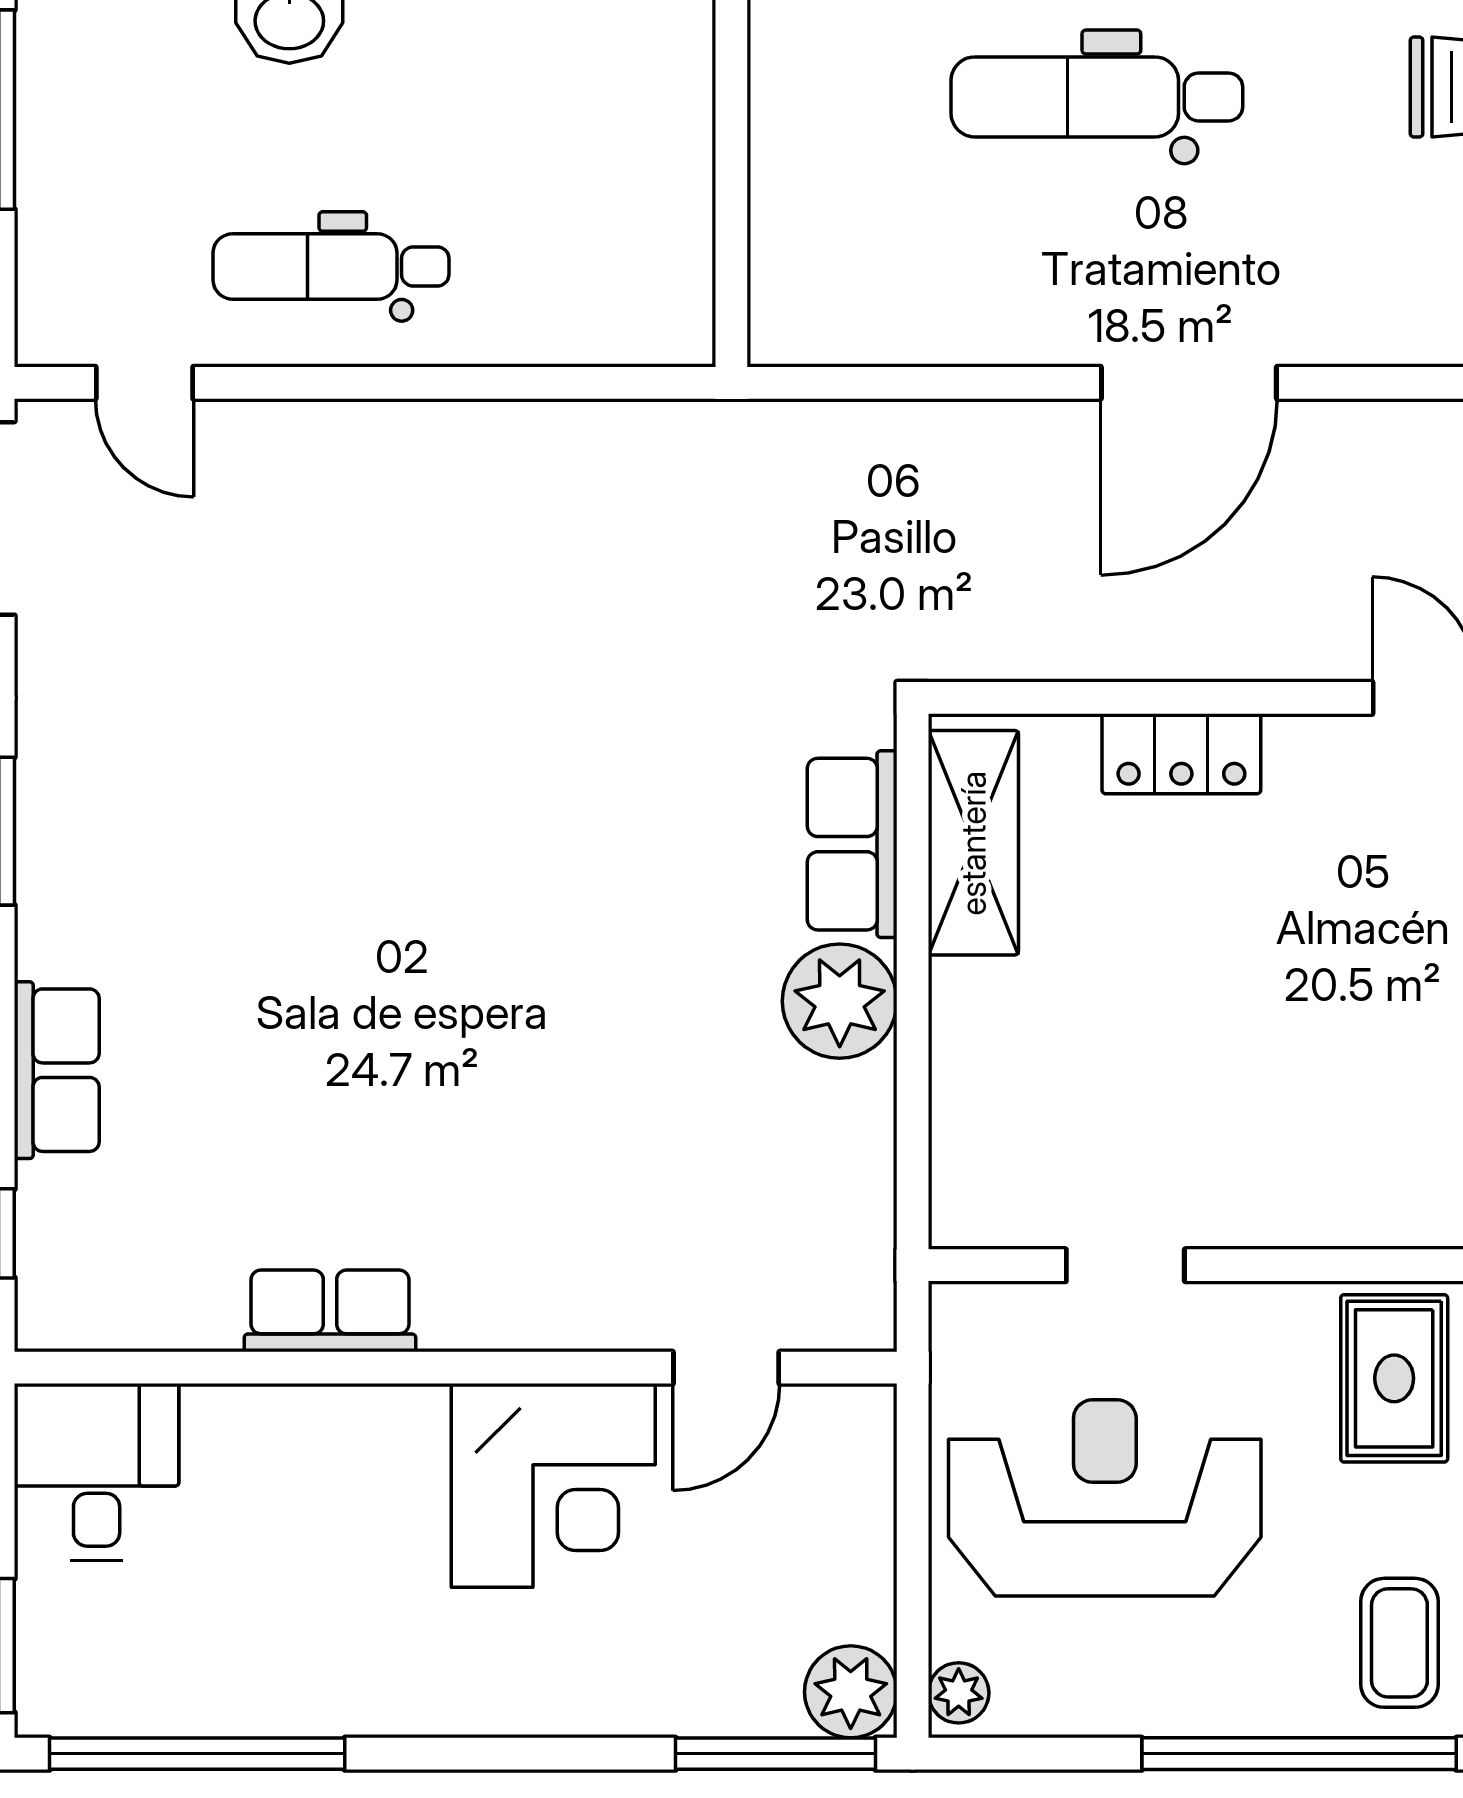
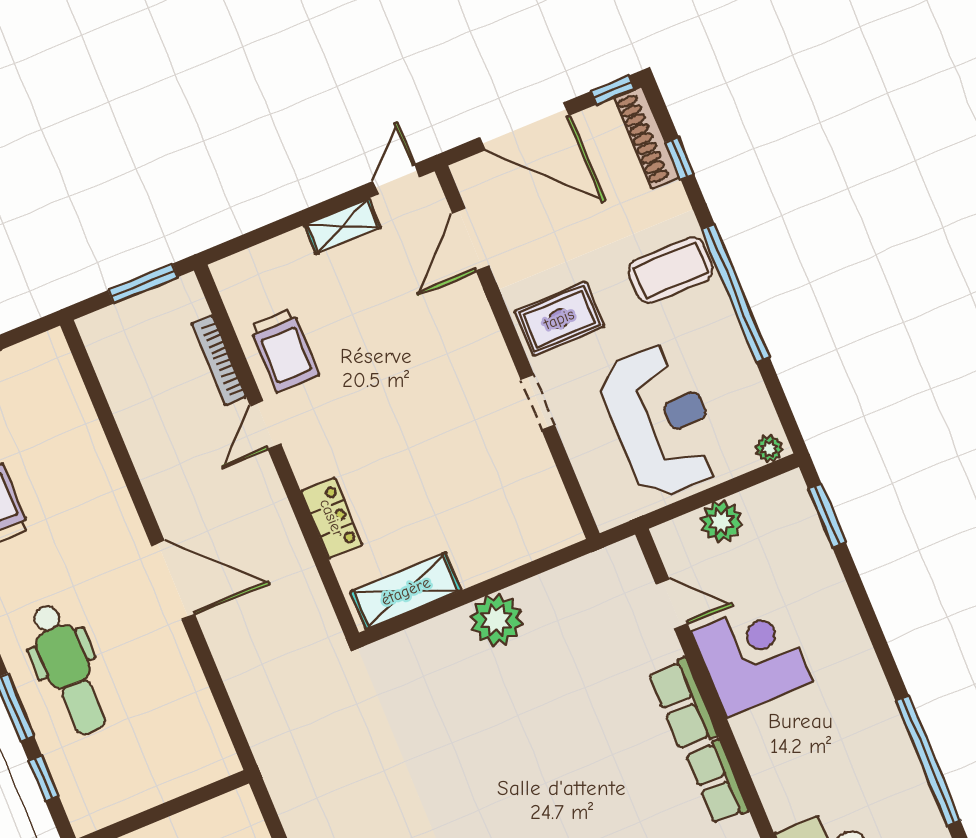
row of seats: (852, 844) -> (683, 704), moved, turned 90
doorway: (1125, 1265) -> (538, 402), moved
reception desk: (1105, 1498) -> (661, 421), turned 180
coffee table: (1399, 1643) -> (671, 270), width x1.36, depth x1.30
plant: (851, 1692) -> (721, 522), moved
window: (776, 1754) -> (827, 516), width x0.69

